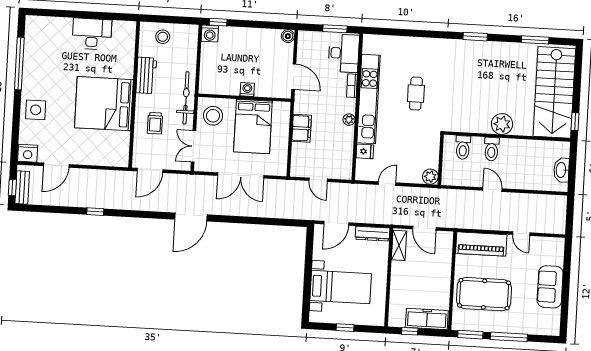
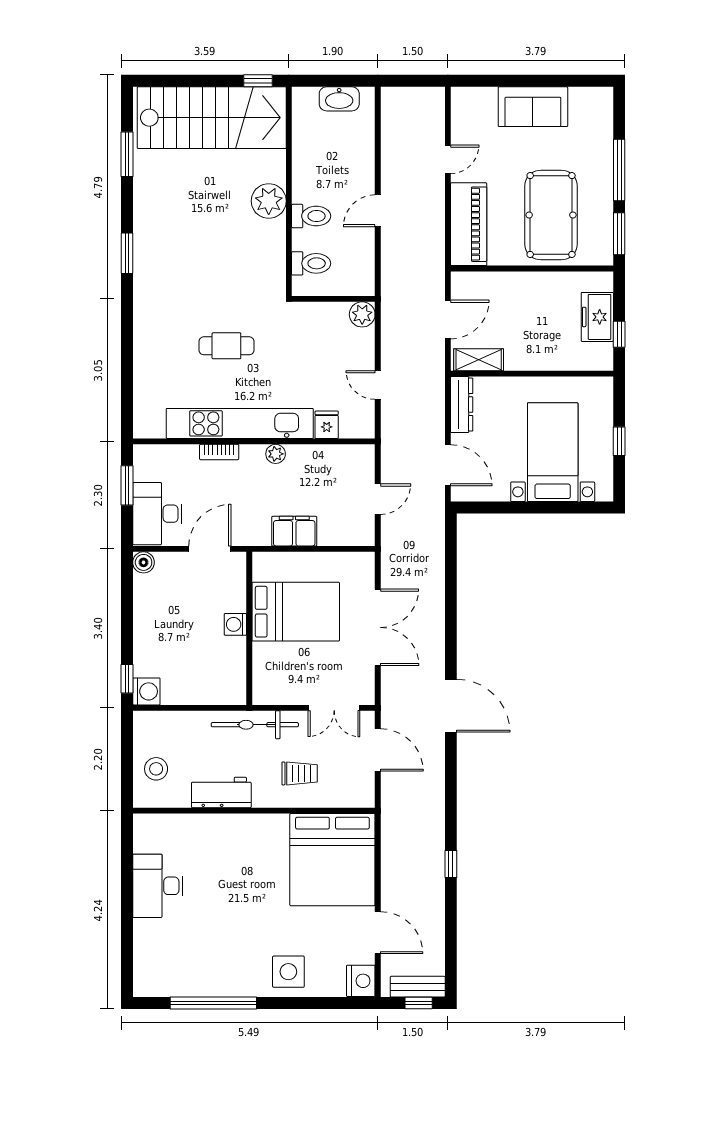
desk: (344, 53) -> (157, 514), moved, turned -90
bed: (104, 104) -> (332, 860), moved
stool: (213, 116) -> (282, 678), removed
door: (150, 170) -> (378, 750), moved
freezer: (427, 319) -> (597, 317), width x0.71

